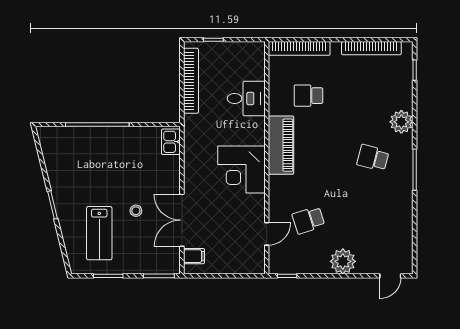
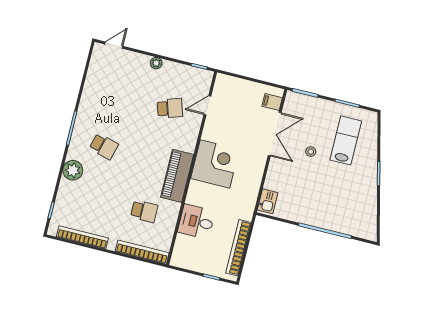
plant: (343, 261) -> (156, 63), width x0.53, depth x0.53

